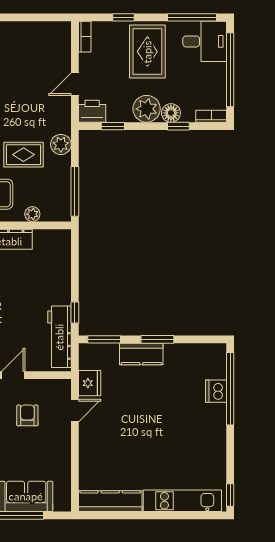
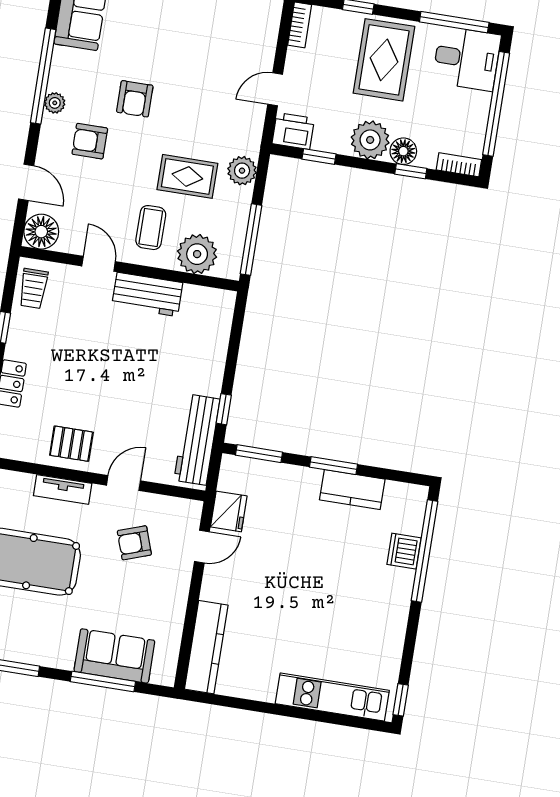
plant: (32, 214) -> (197, 254), width x1.88, depth x1.88
kitchen counter: (141, 354) -> (352, 490), moved
armchair: (27, 415) -> (134, 543), turned -109
kitchen counter: (110, 501) -> (206, 647), moved, turned 90

